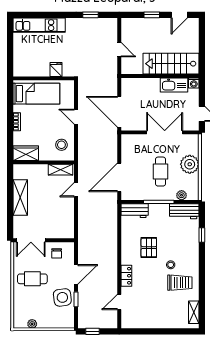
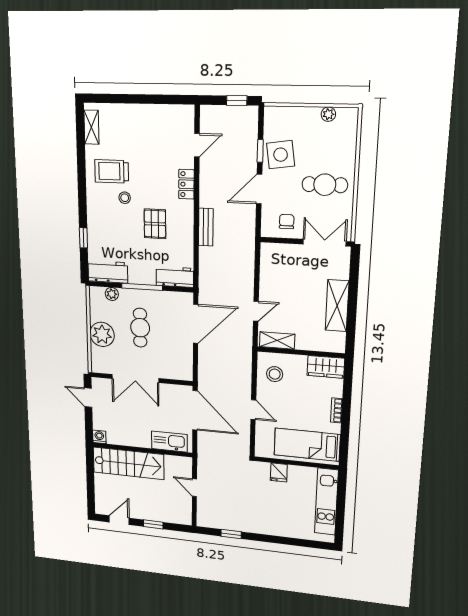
kitchen unit: (39, 25) -> (326, 502), moved, turned -90
kitchen sink: (174, 85) -> (169, 442), moved
bench: (112, 247) -> (206, 227), added

